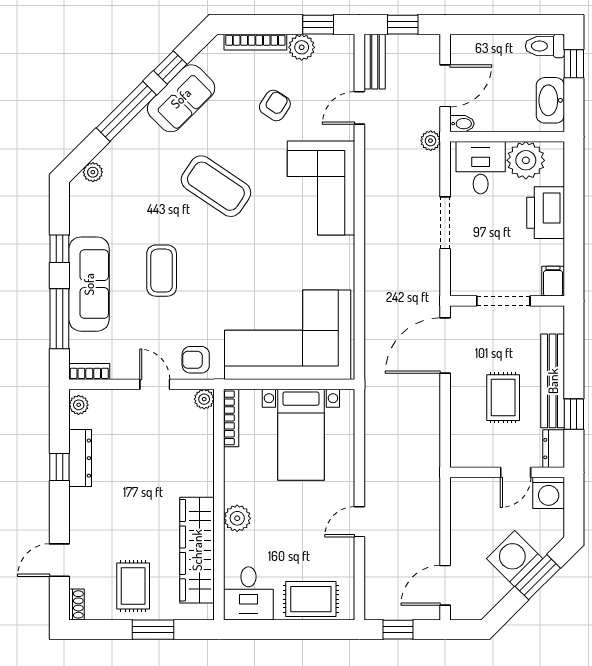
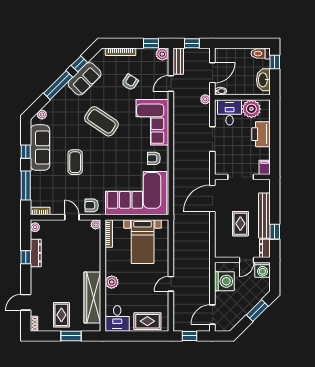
plant: (302, 47) -> (162, 54), moved
armchair: (324, 263) -> (154, 158), added
sofa: (89, 284) -> (40, 148), moved
washing machine: (515, 559) -> (224, 281), moved, turned 135

